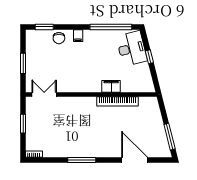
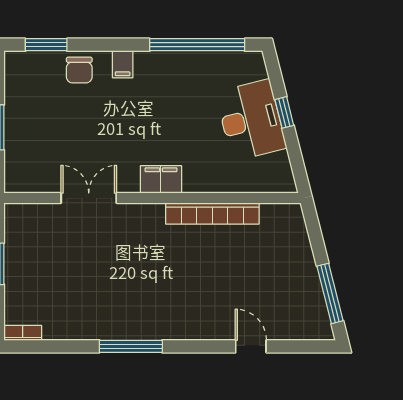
desk: (132, 49) -> (251, 120), moved
filing cabinet: (111, 86) -> (161, 179), moved
double door: (44, 95) -> (89, 198), moved
door: (135, 160) -> (251, 346), width x0.53

